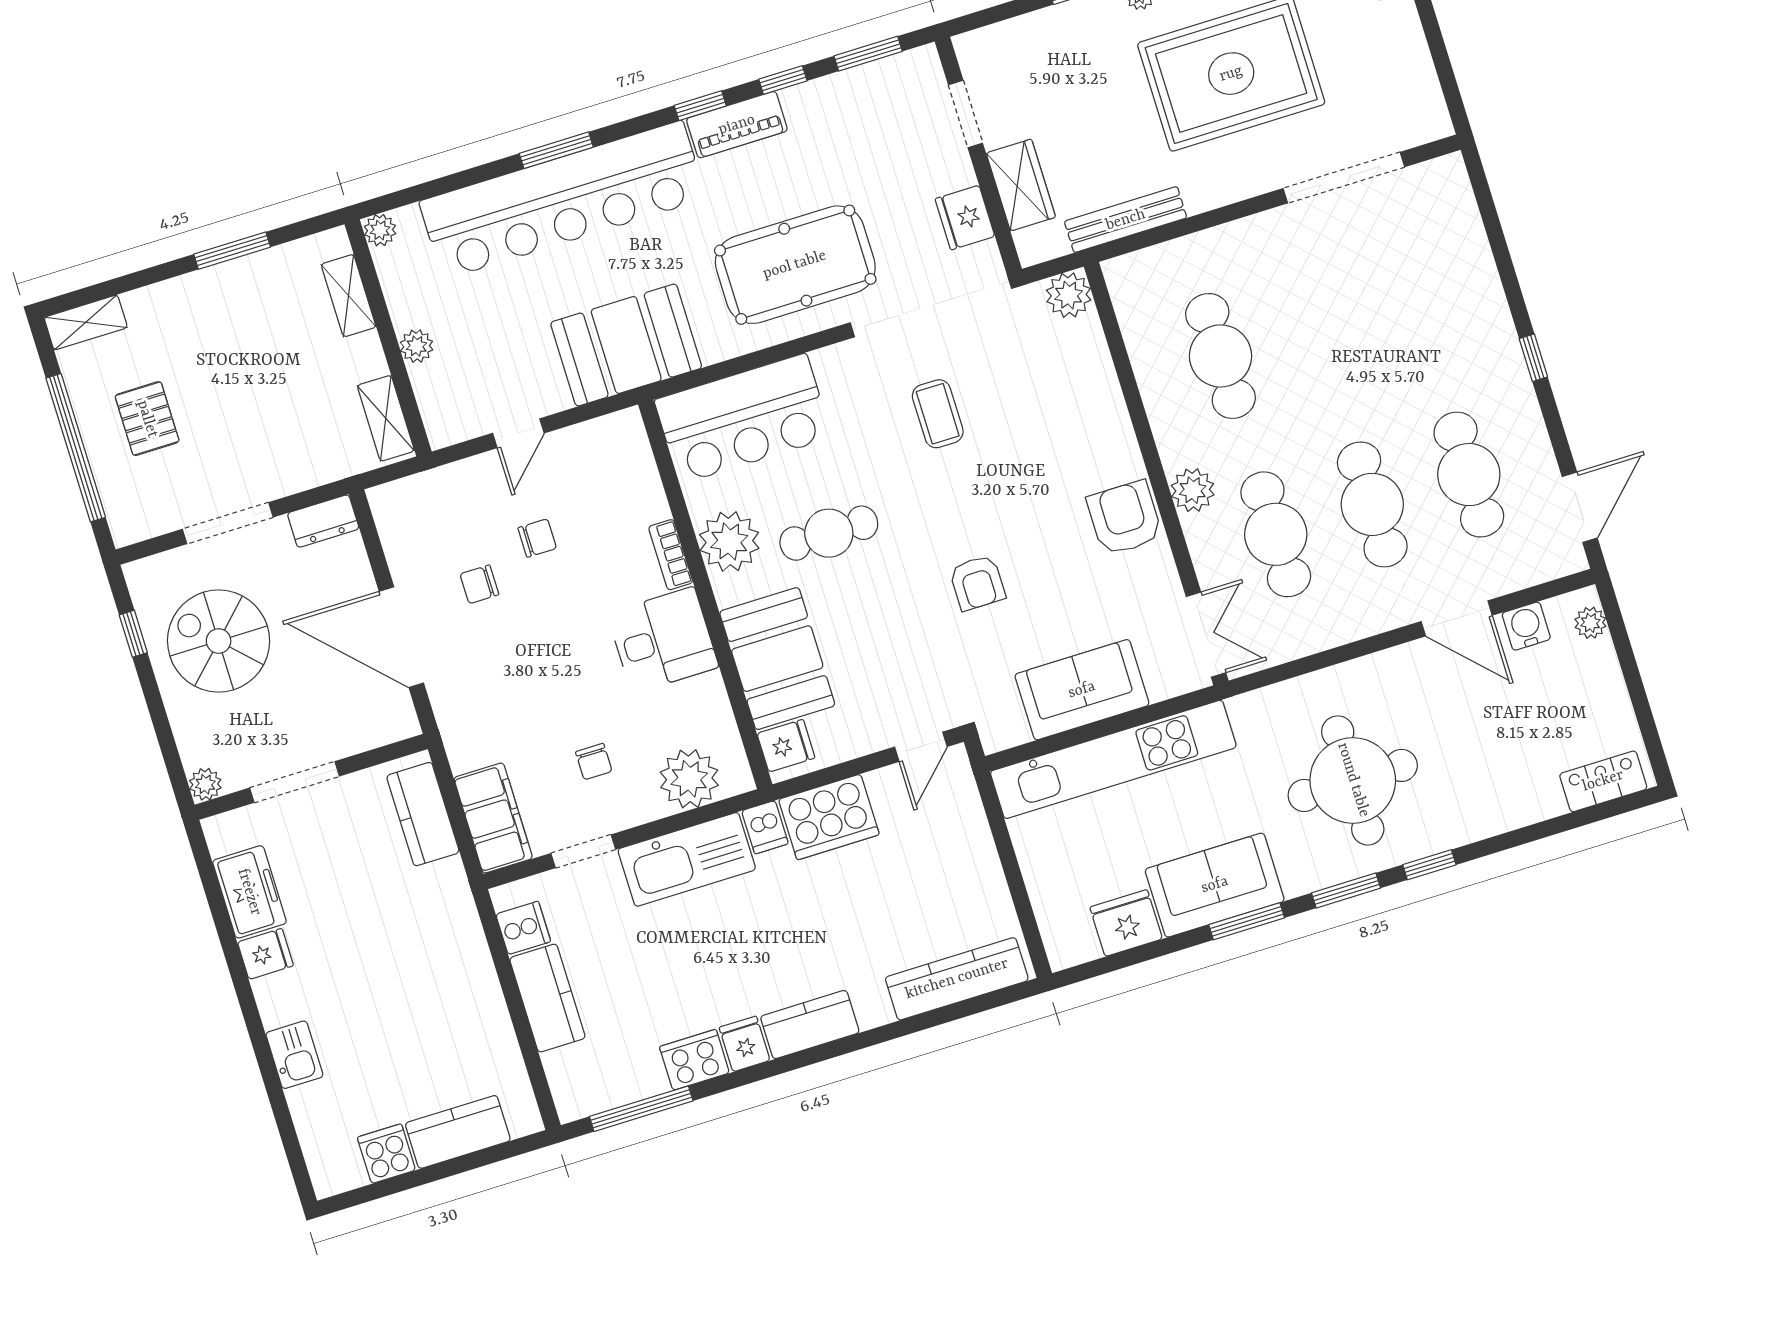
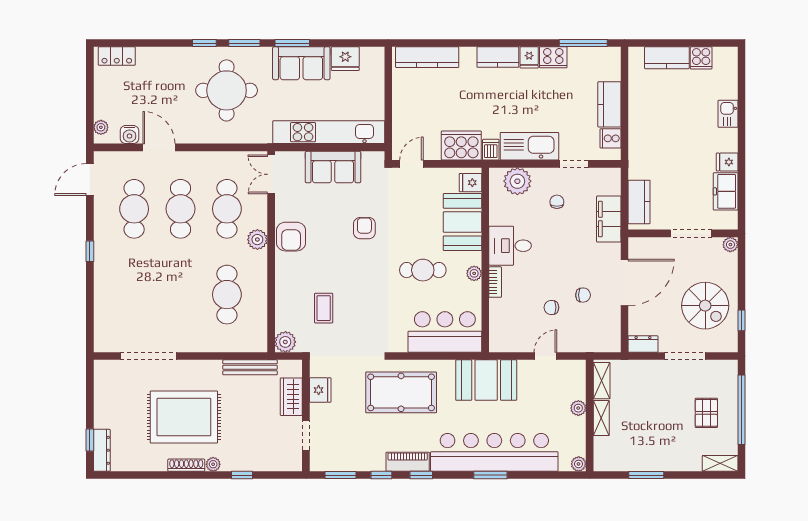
shelving: (349, 296) -> (601, 418), moved
coffee table: (938, 414) -> (324, 308), moved
plant: (729, 541) -> (474, 273), width x0.53, depth x0.53
door: (401, 637) -> (624, 282), hinge flipped
filing cabinet: (493, 818) -> (609, 219), moved

